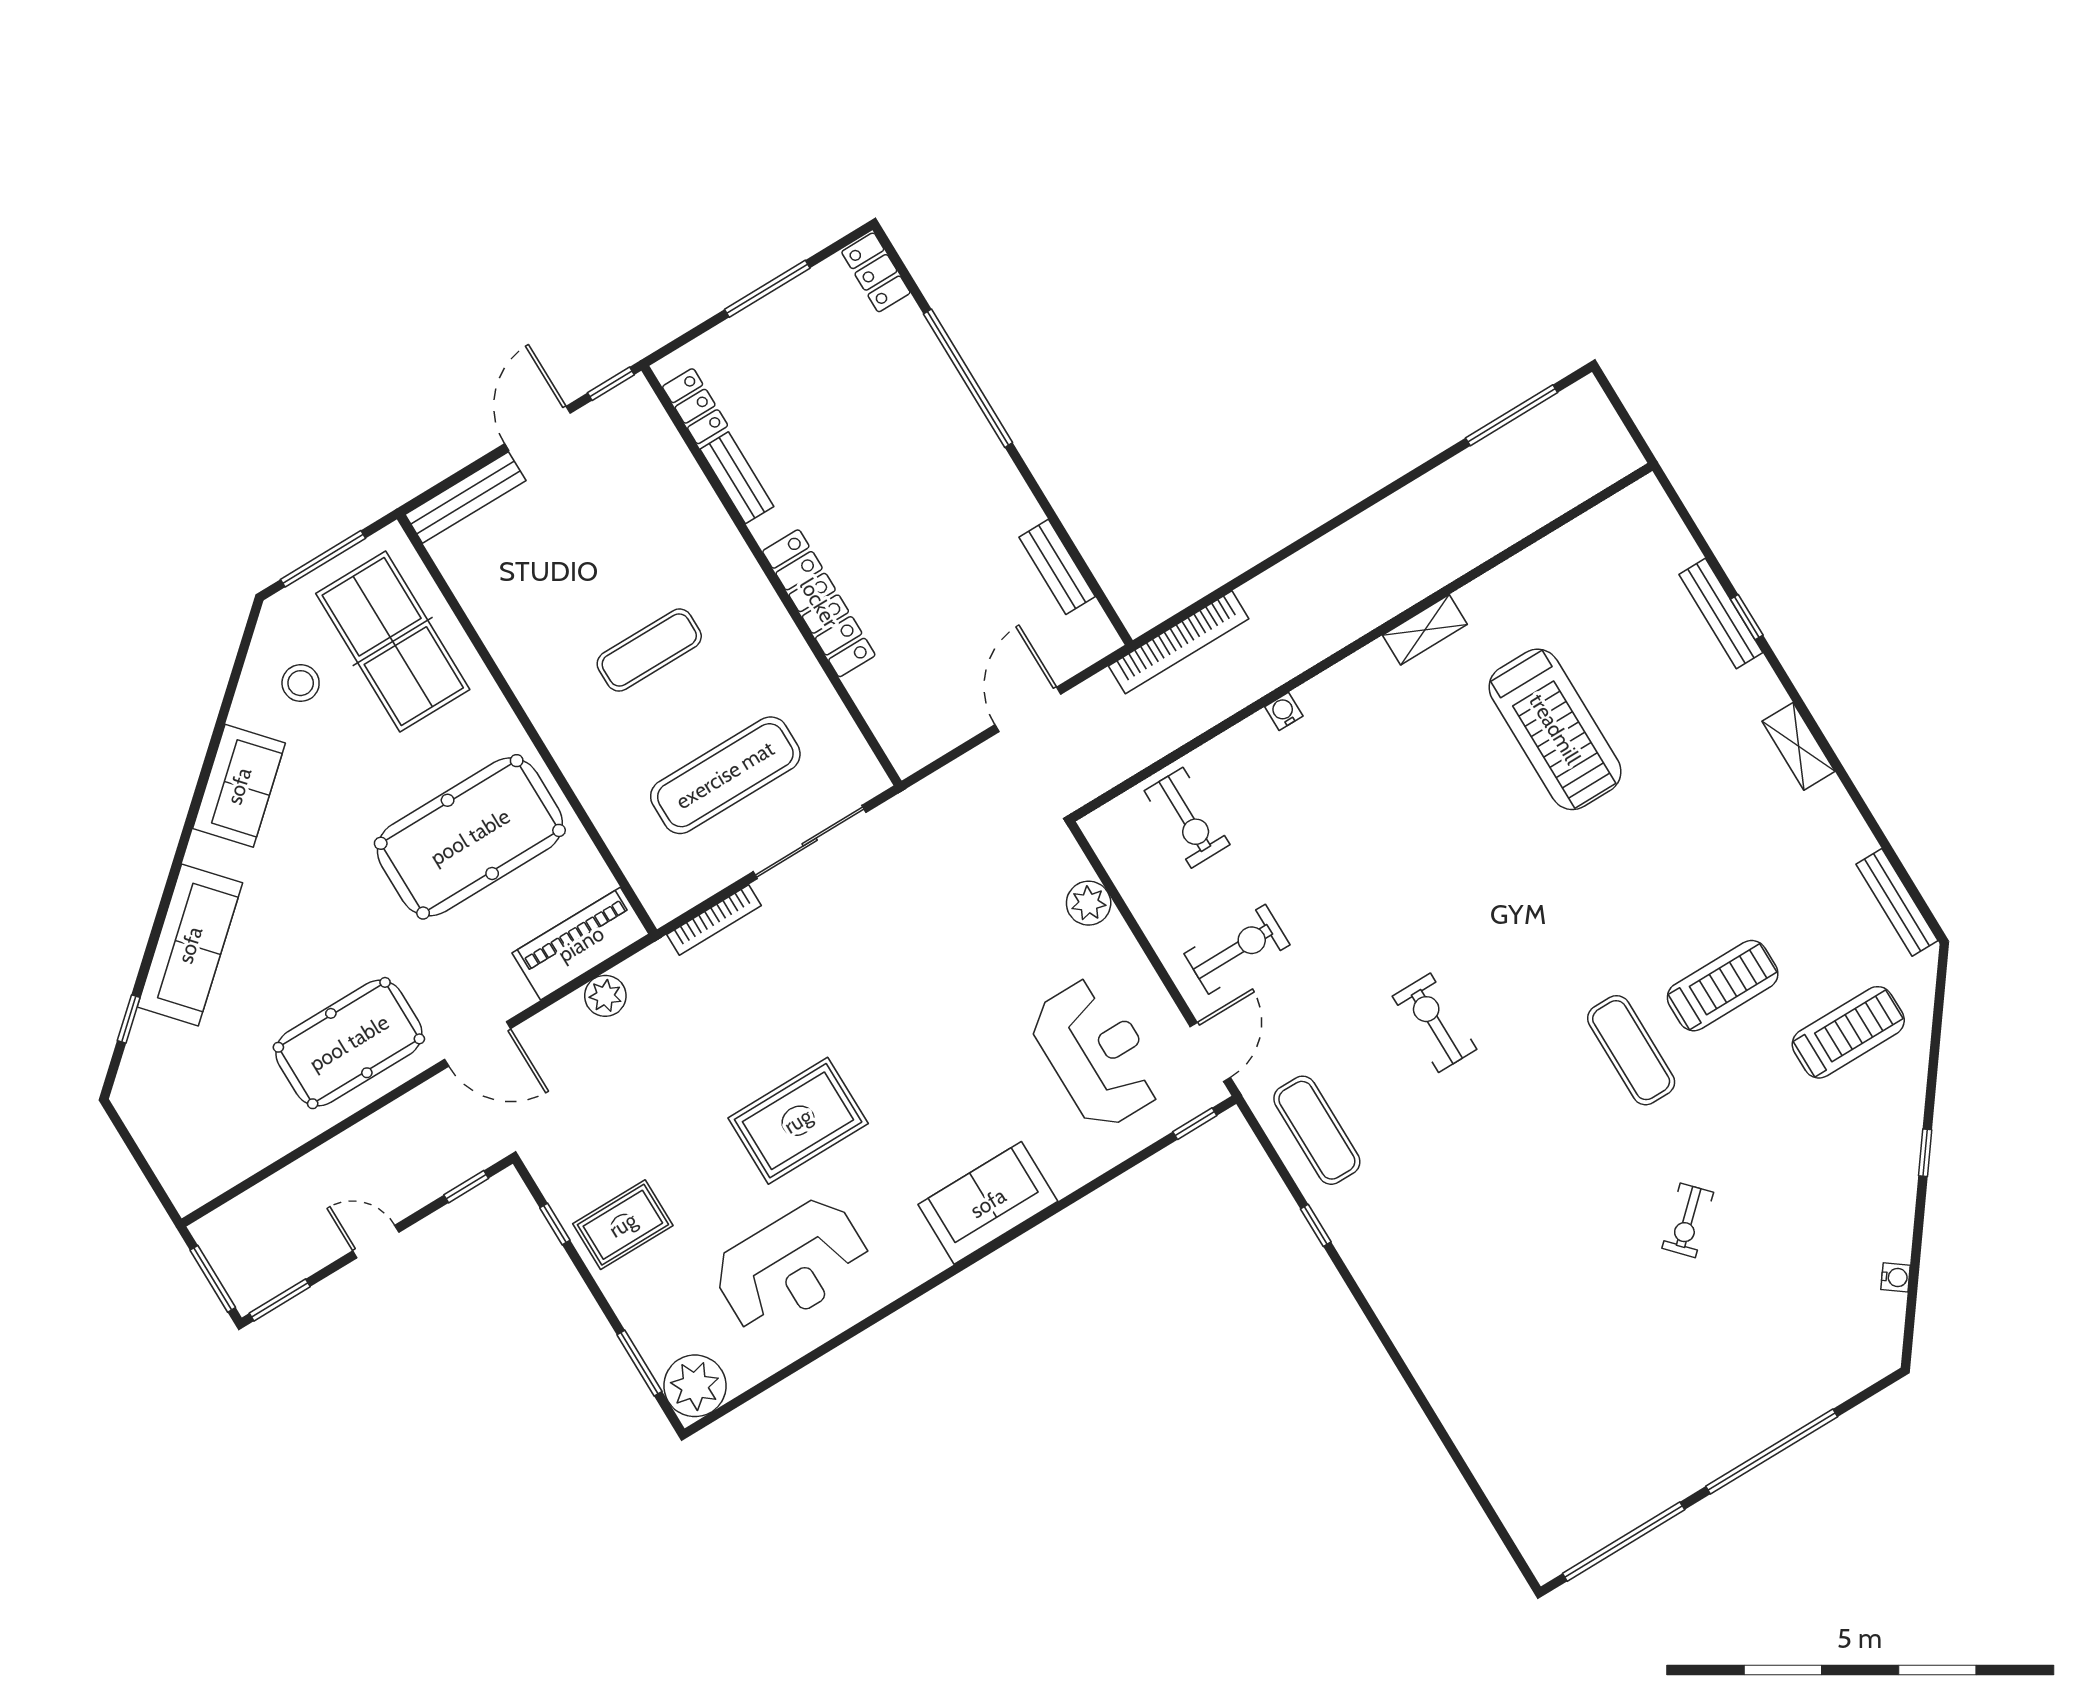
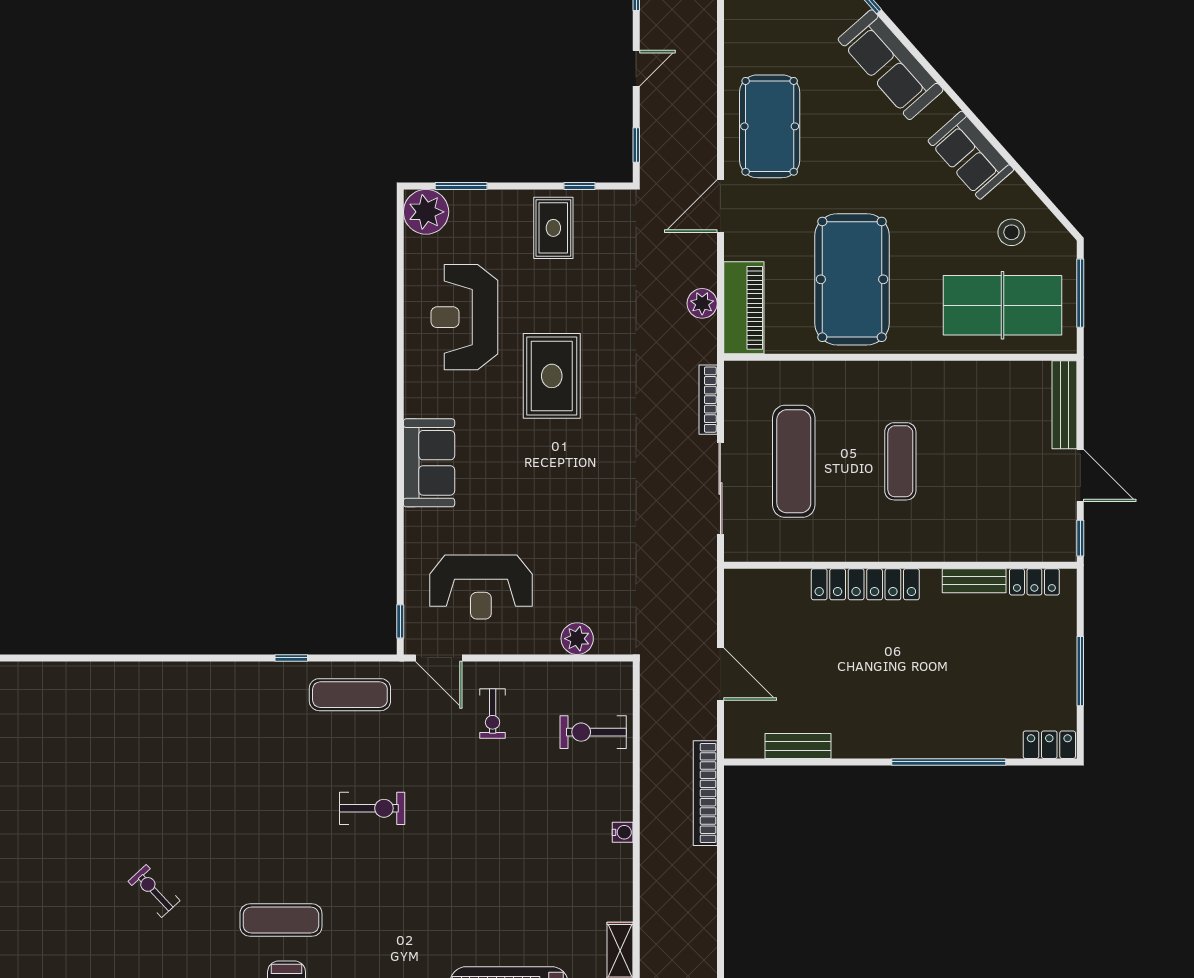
exercise bike: (1237, 949) -> (493, 713), width x0.73, depth x0.72

